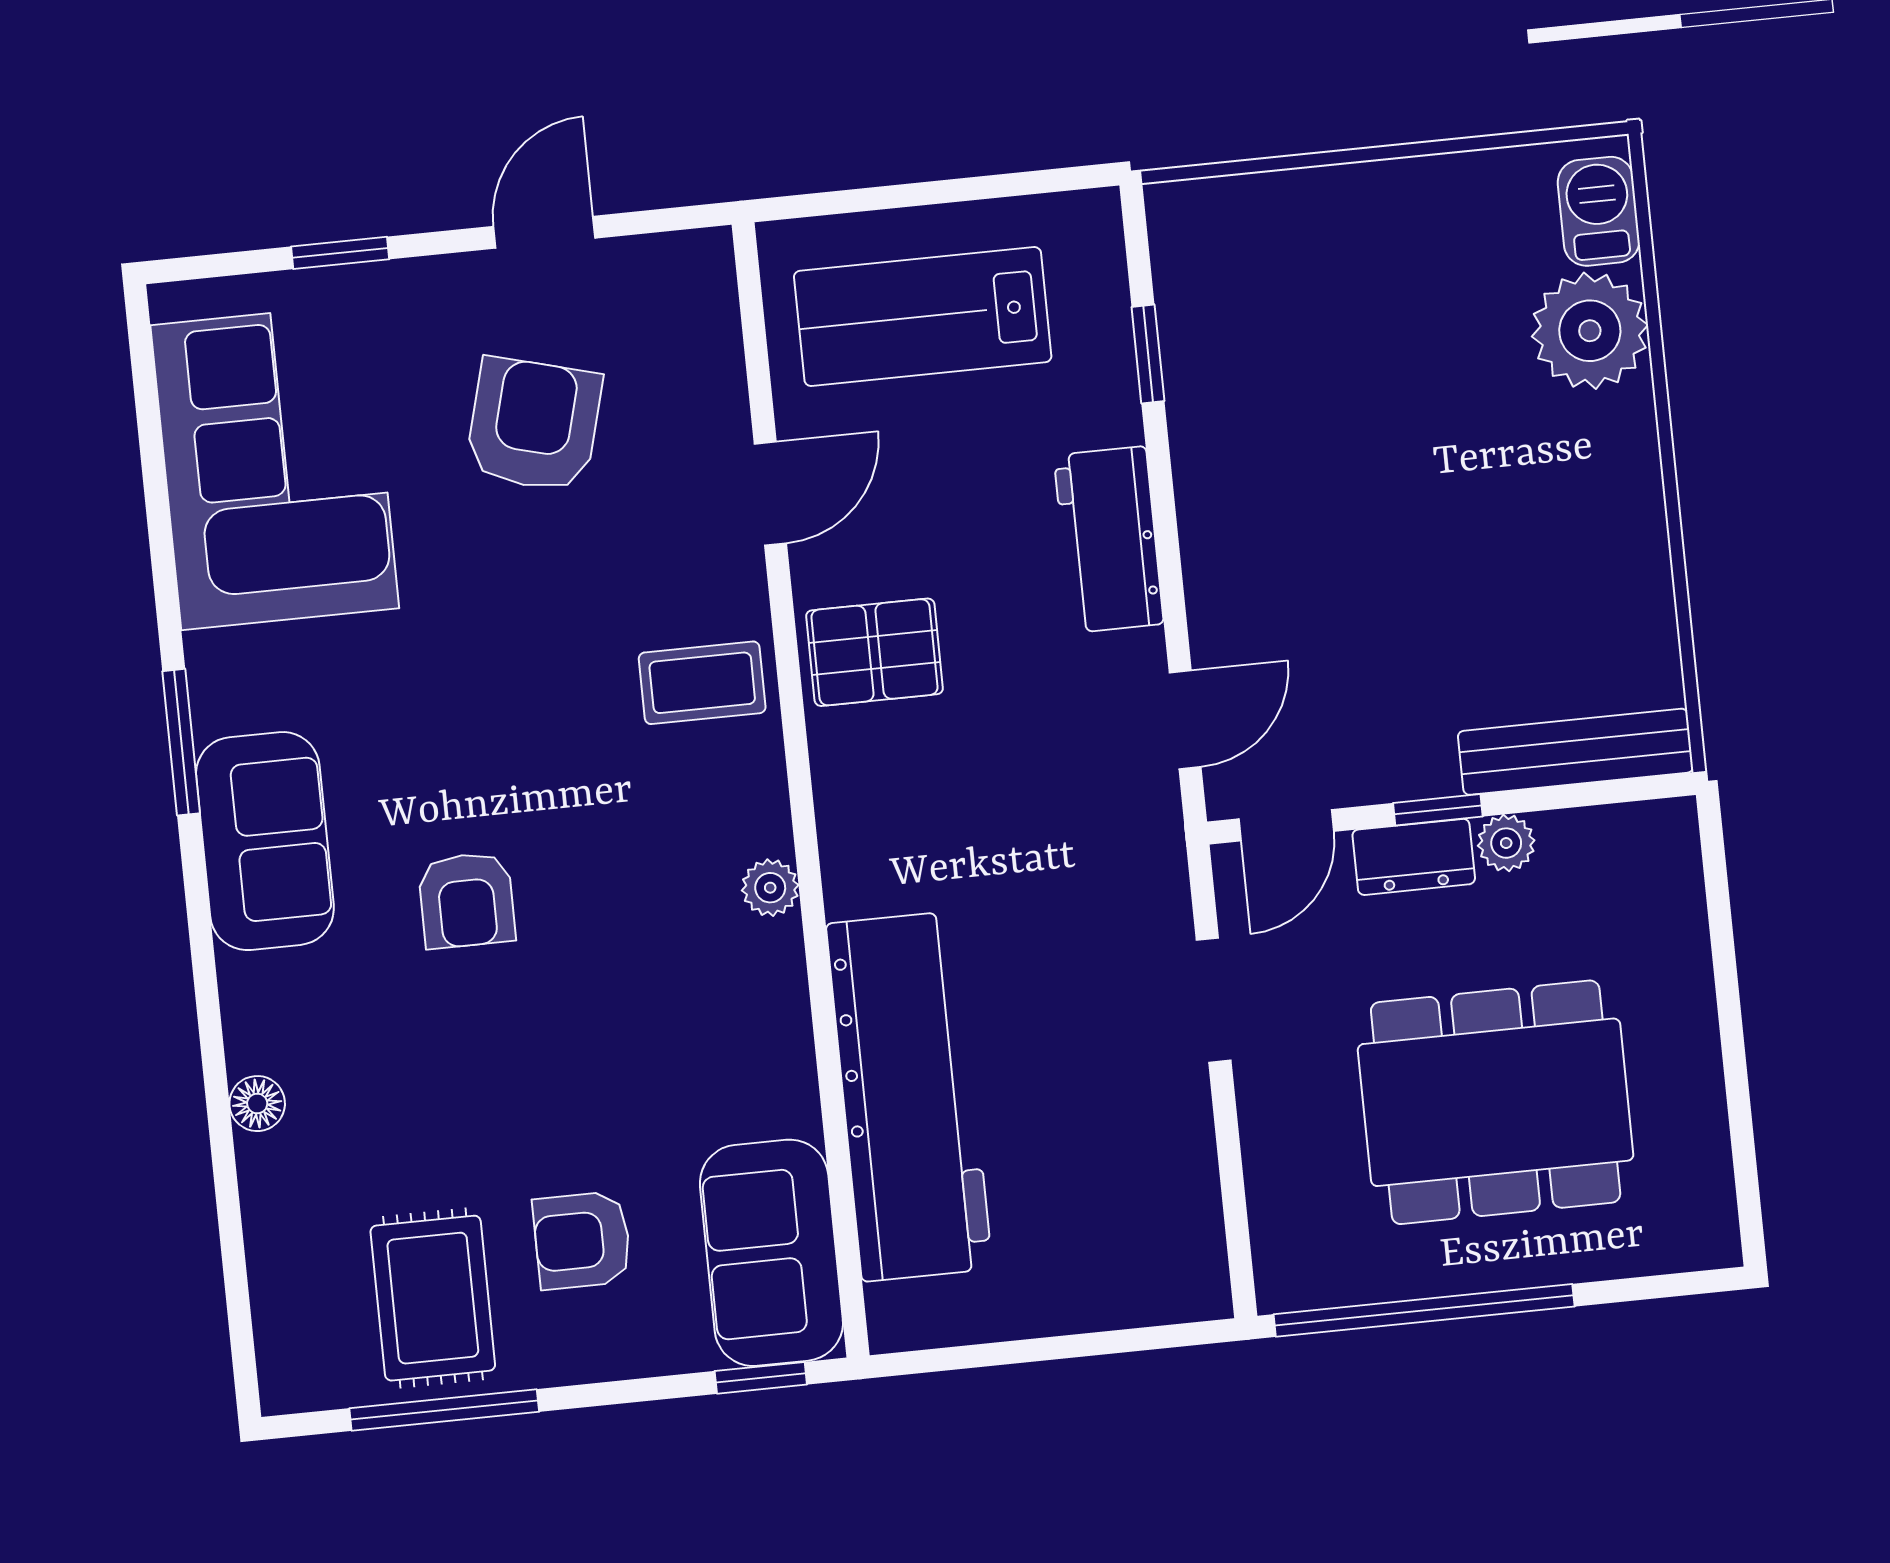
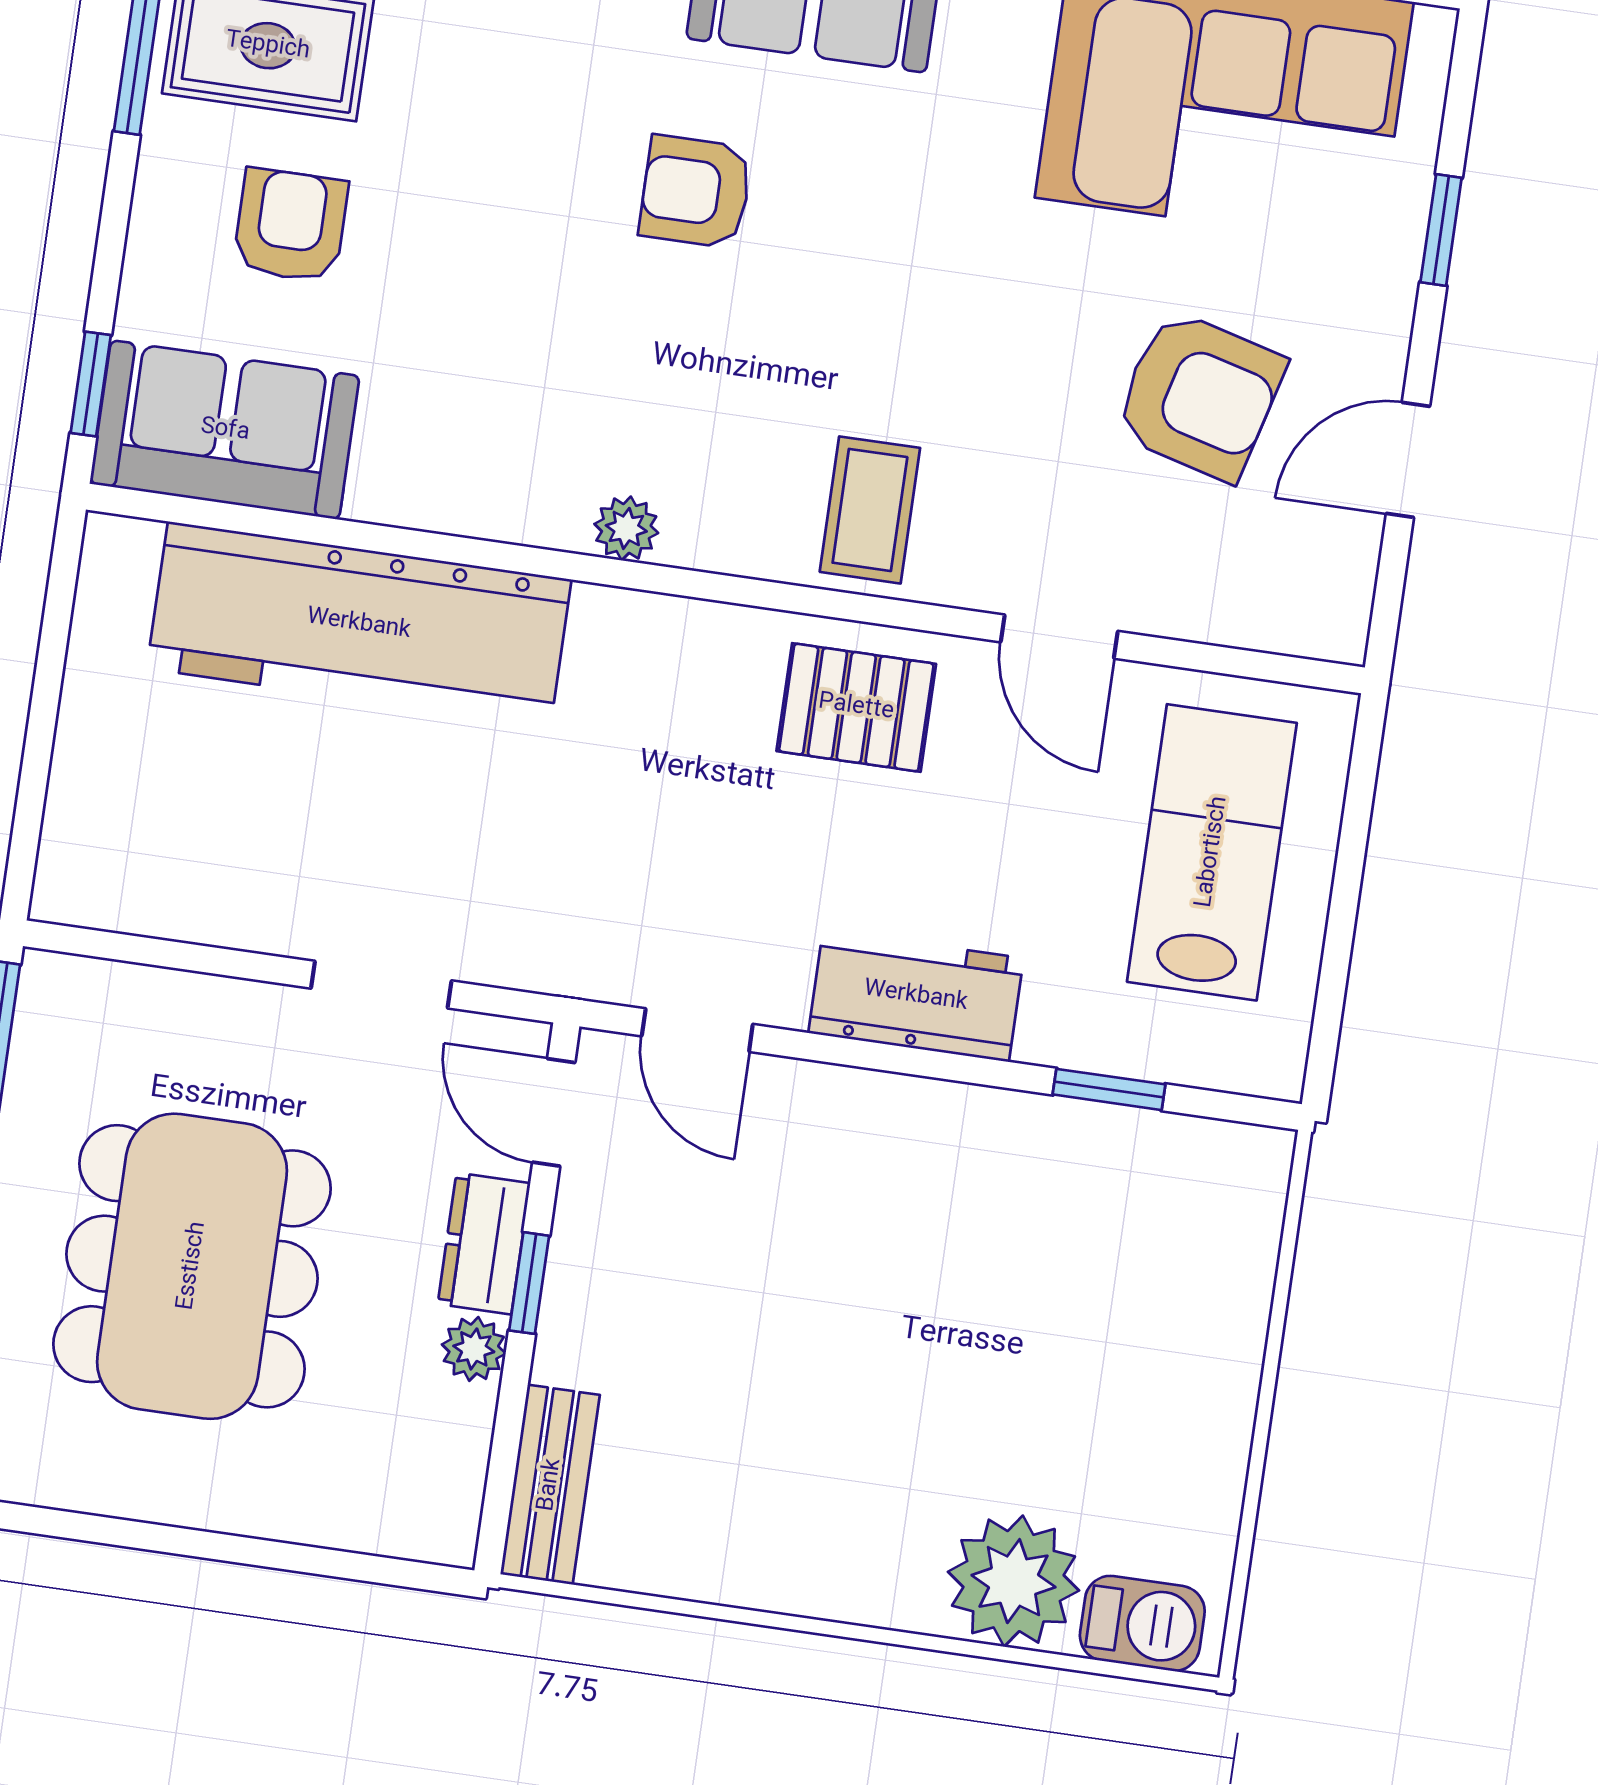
door: (544, 232) -> (1408, 460), swing flipped
pallet: (875, 652) -> (856, 707), turned 90
bench: (1576, 752) -> (550, 1485), width x0.73

